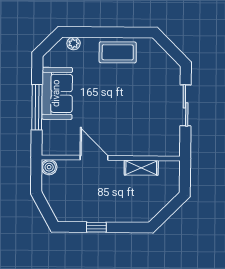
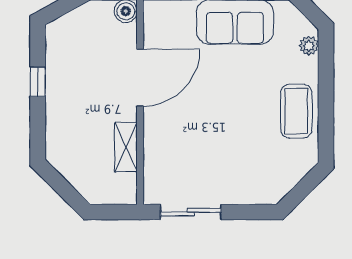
sliding door: (186, 105) -> (191, 212), moved
door: (94, 158) -> (140, 78), width x1.36

